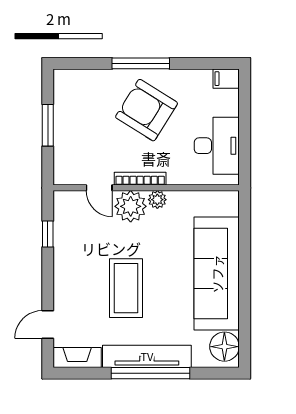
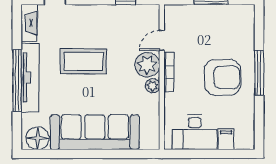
filing cabinet: (226, 79) -> (226, 139), moved
armchair: (147, 110) -> (222, 77), turned 58

